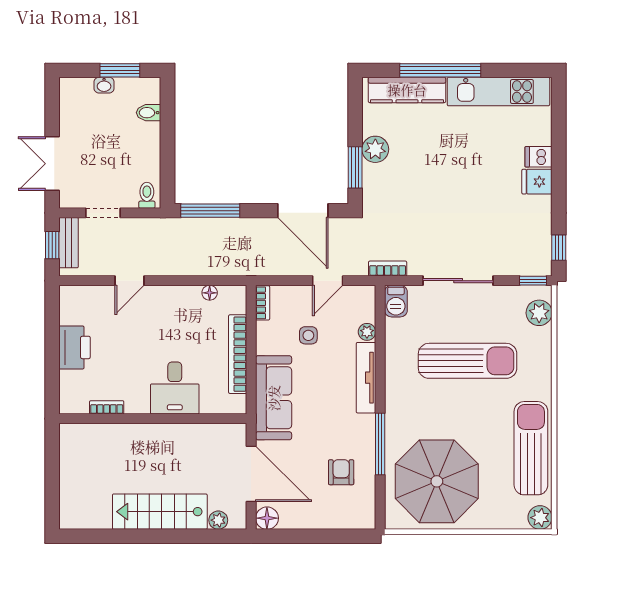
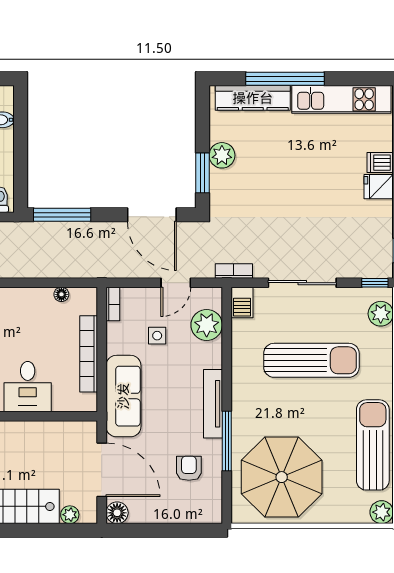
plant: (367, 332) -> (207, 325), width x1.88, depth x1.88
tv unit: (366, 378) -> (213, 404), moved

